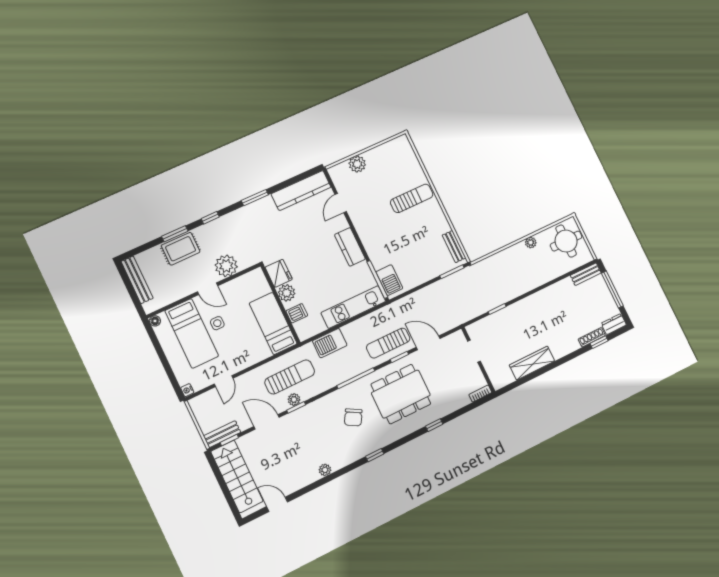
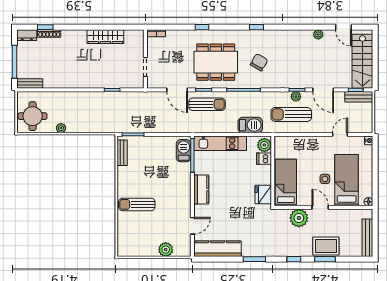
plant: (287, 293) -> (264, 145), moved
bed: (273, 323) -> (286, 183), moved, turned 180
plant: (325, 470) -> (318, 34), moved

